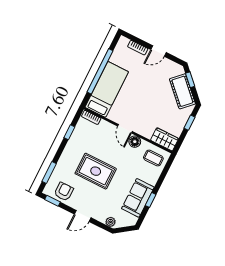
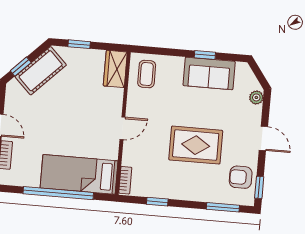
floor lamp: (135, 142) -> (134, 108), removed
rug: (96, 171) -> (196, 145), turned 90

